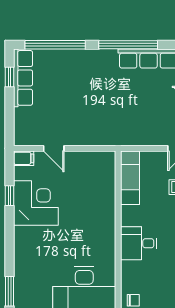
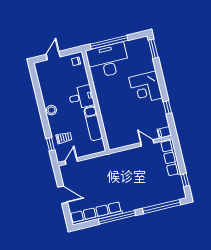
row of seats: (23, 78) -> (171, 158), moved
exam couch: (130, 178) -> (93, 123), moved
corner desk: (36, 203) -> (146, 88), moved

